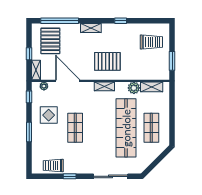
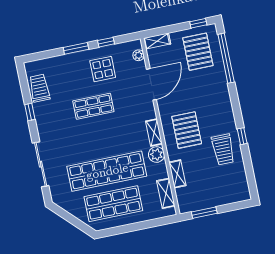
shelving: (91, 28) -> (177, 174), moved
pallet: (50, 41) -> (198, 52), turned 90
trolley: (151, 42) -> (223, 149), moved
window: (29, 54) -> (198, 23), moved
plant: (134, 88) -> (156, 155), moved
window: (29, 97) -> (106, 42), moved
shop shelf: (151, 128) -> (113, 204), width x1.43, depth x1.36

